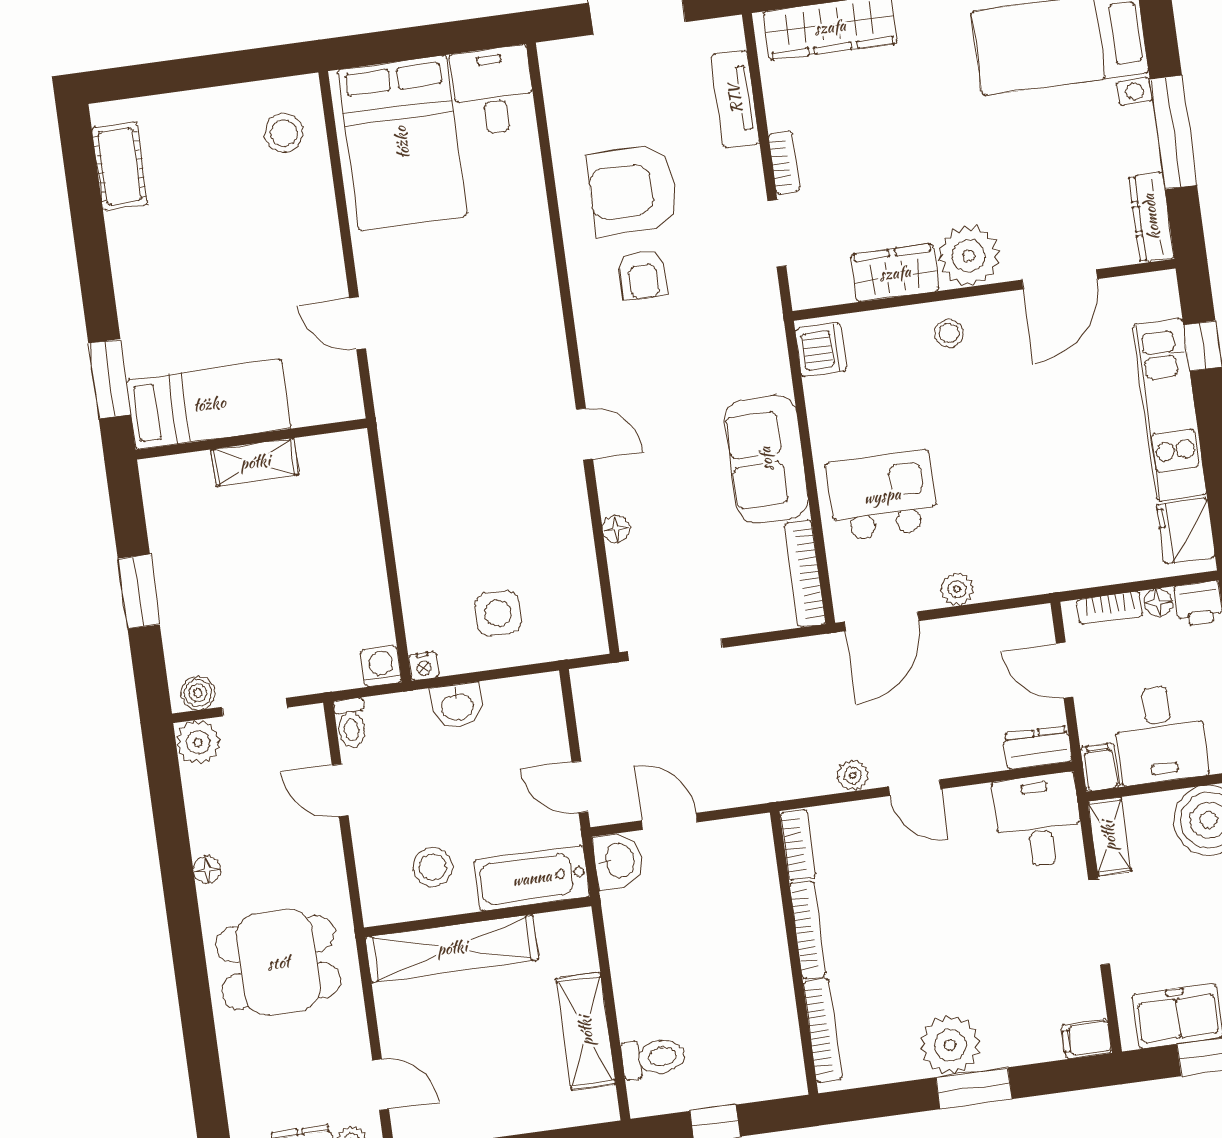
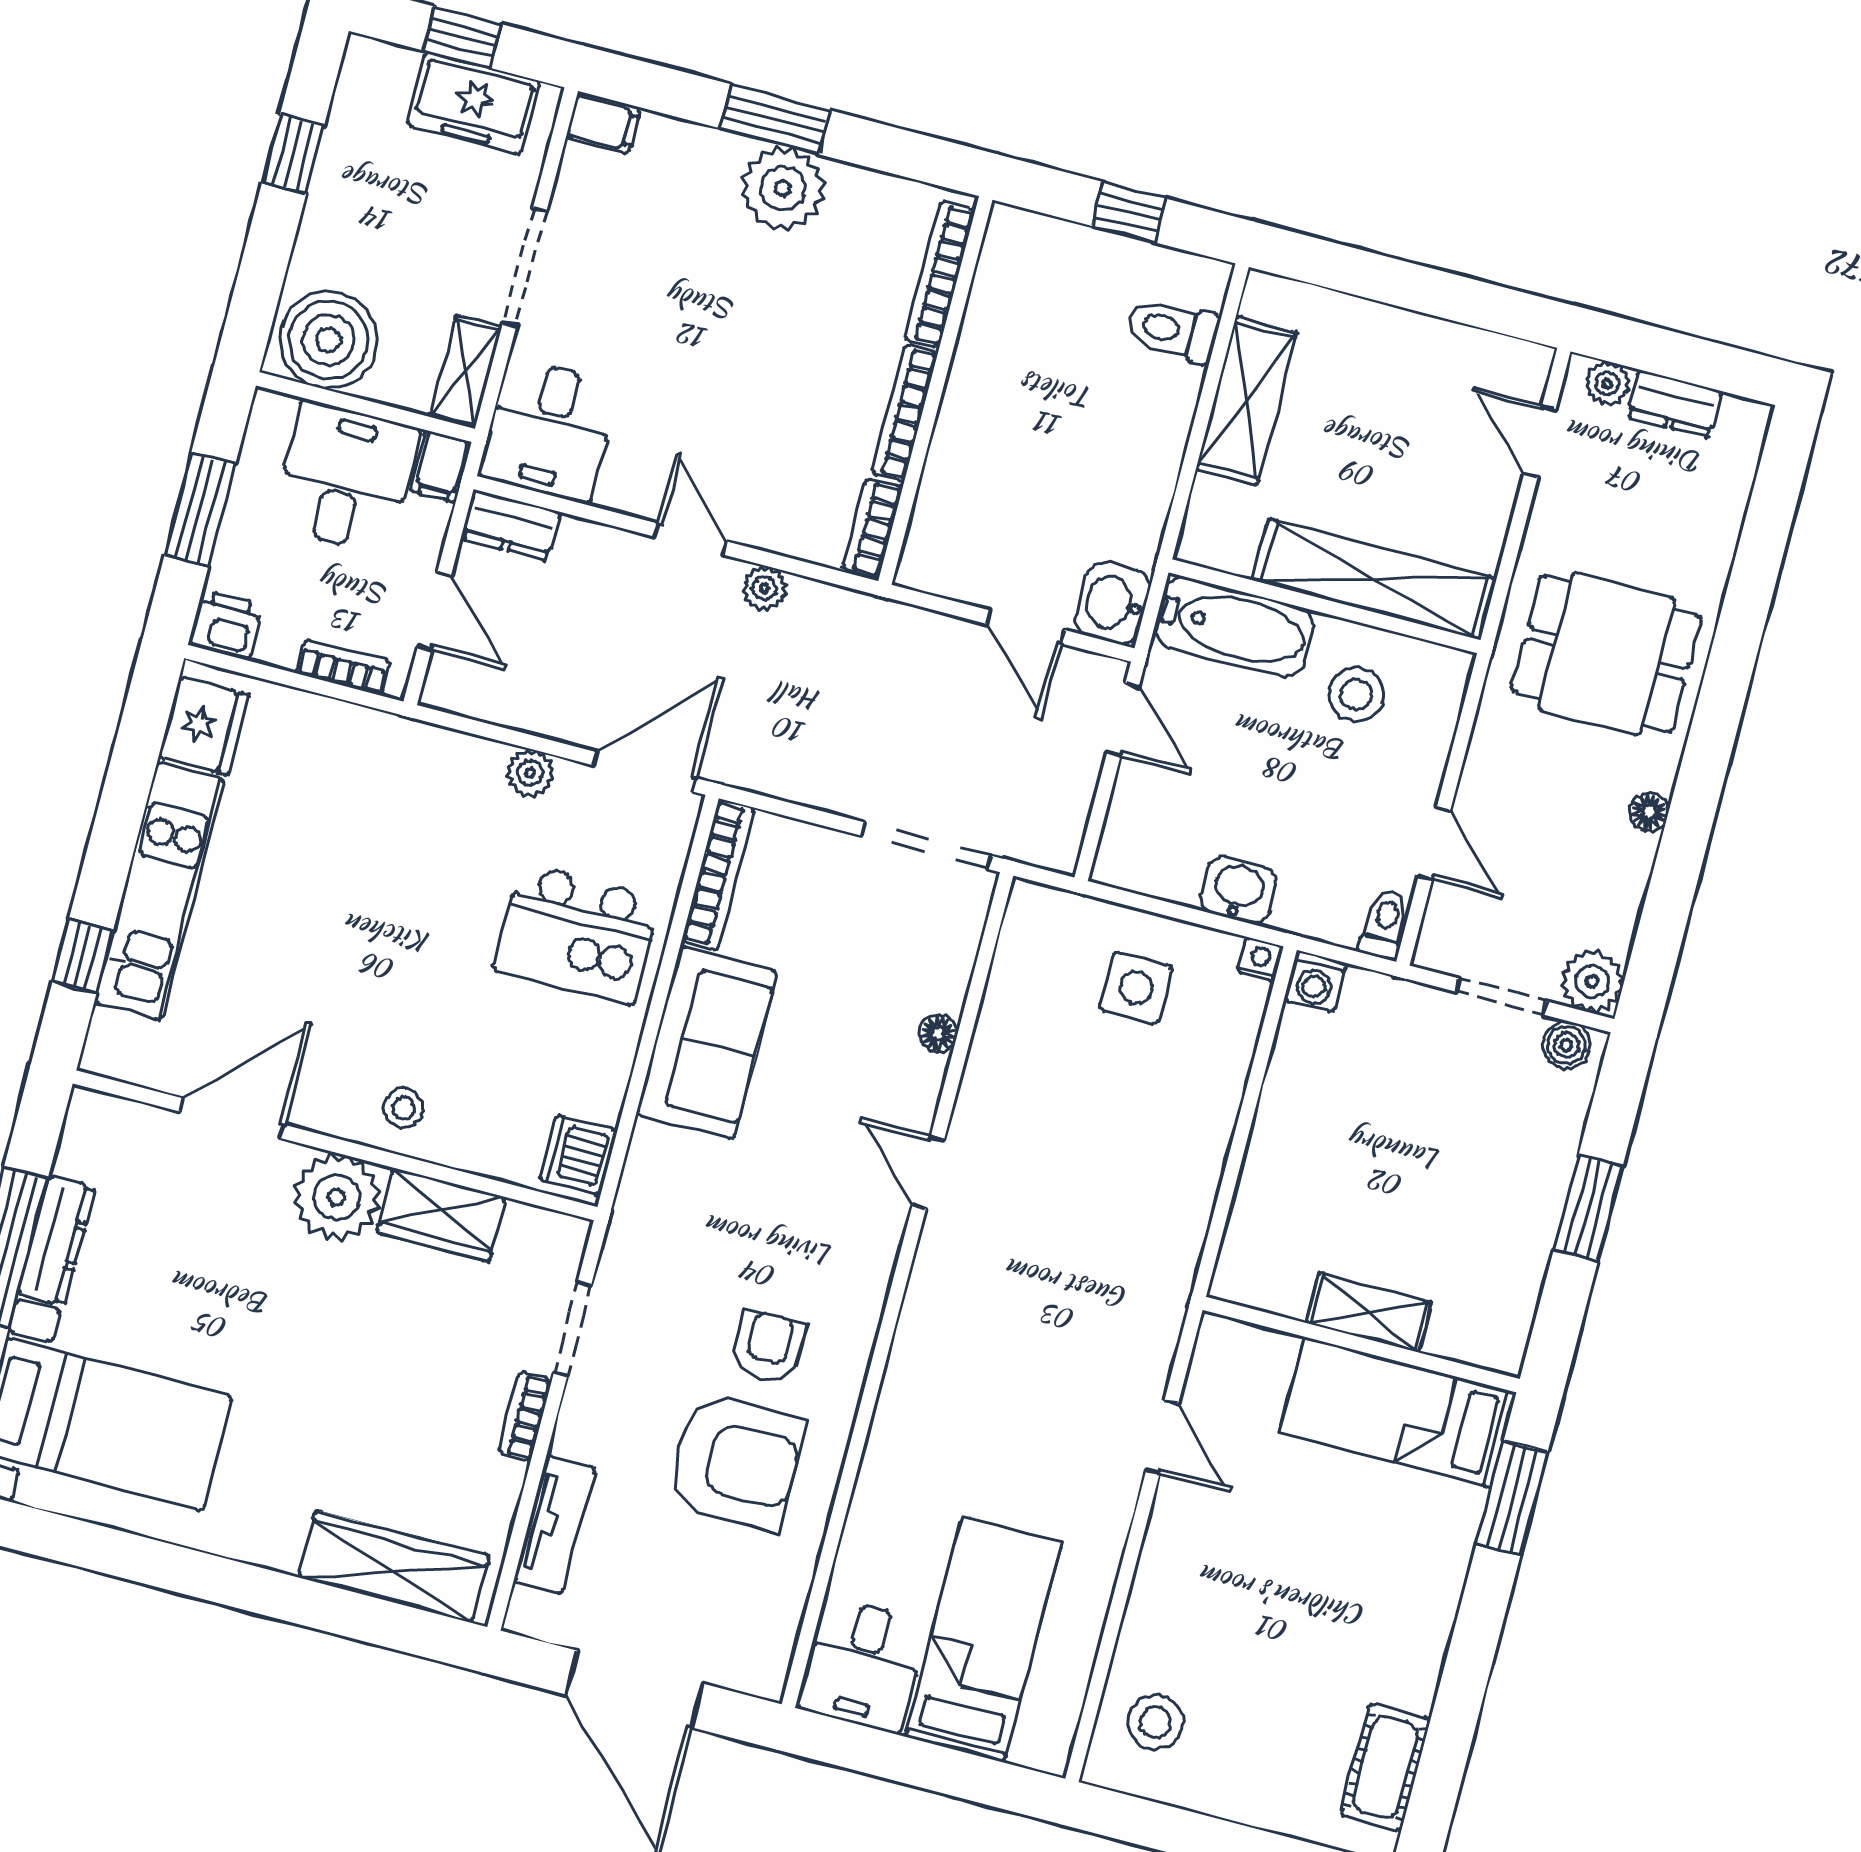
bed: (402, 143) -> (983, 1640), width x0.67
dresser: (1151, 217) -> (56, 1241), moved
floor lamp: (1158, 602) -> (277, 648), removed

